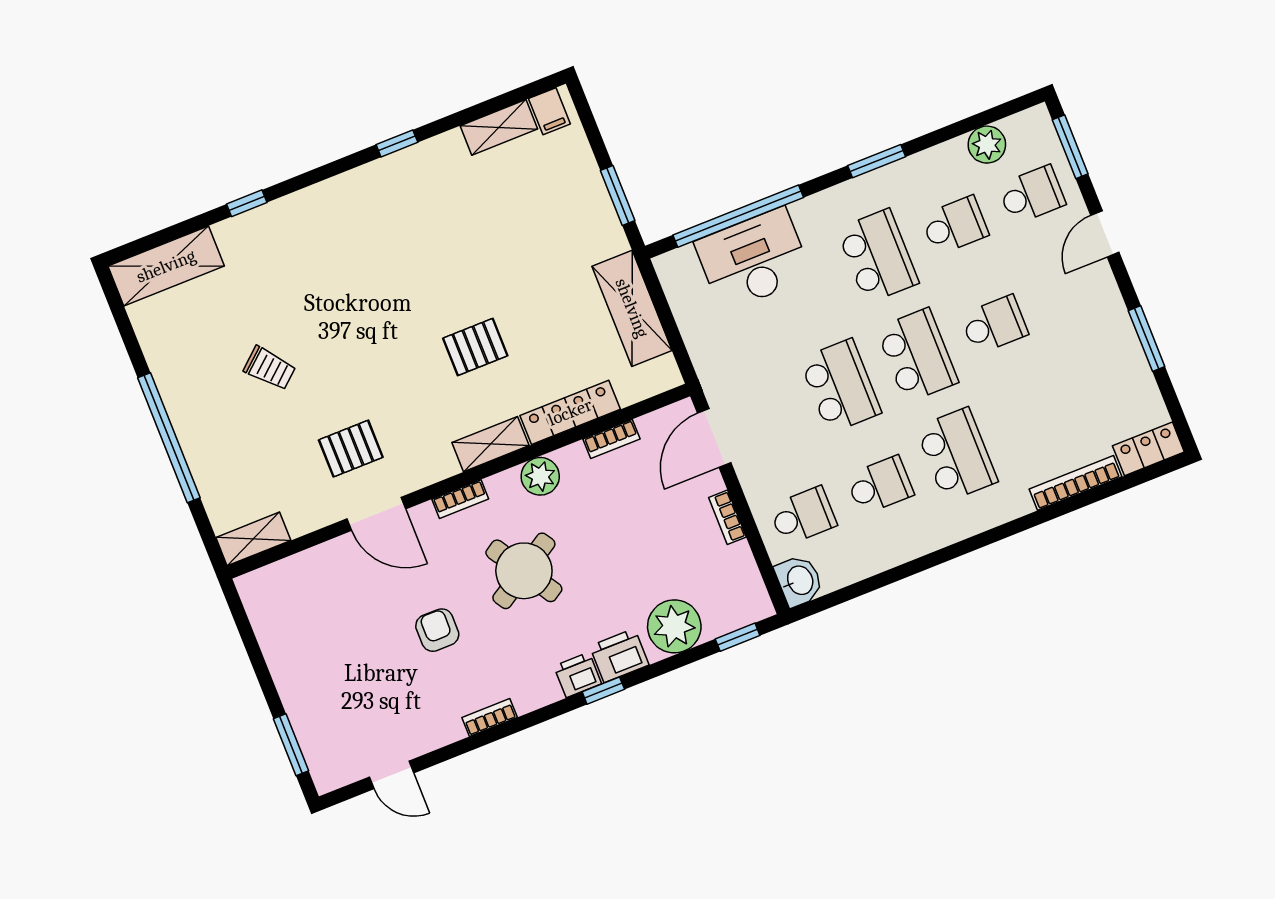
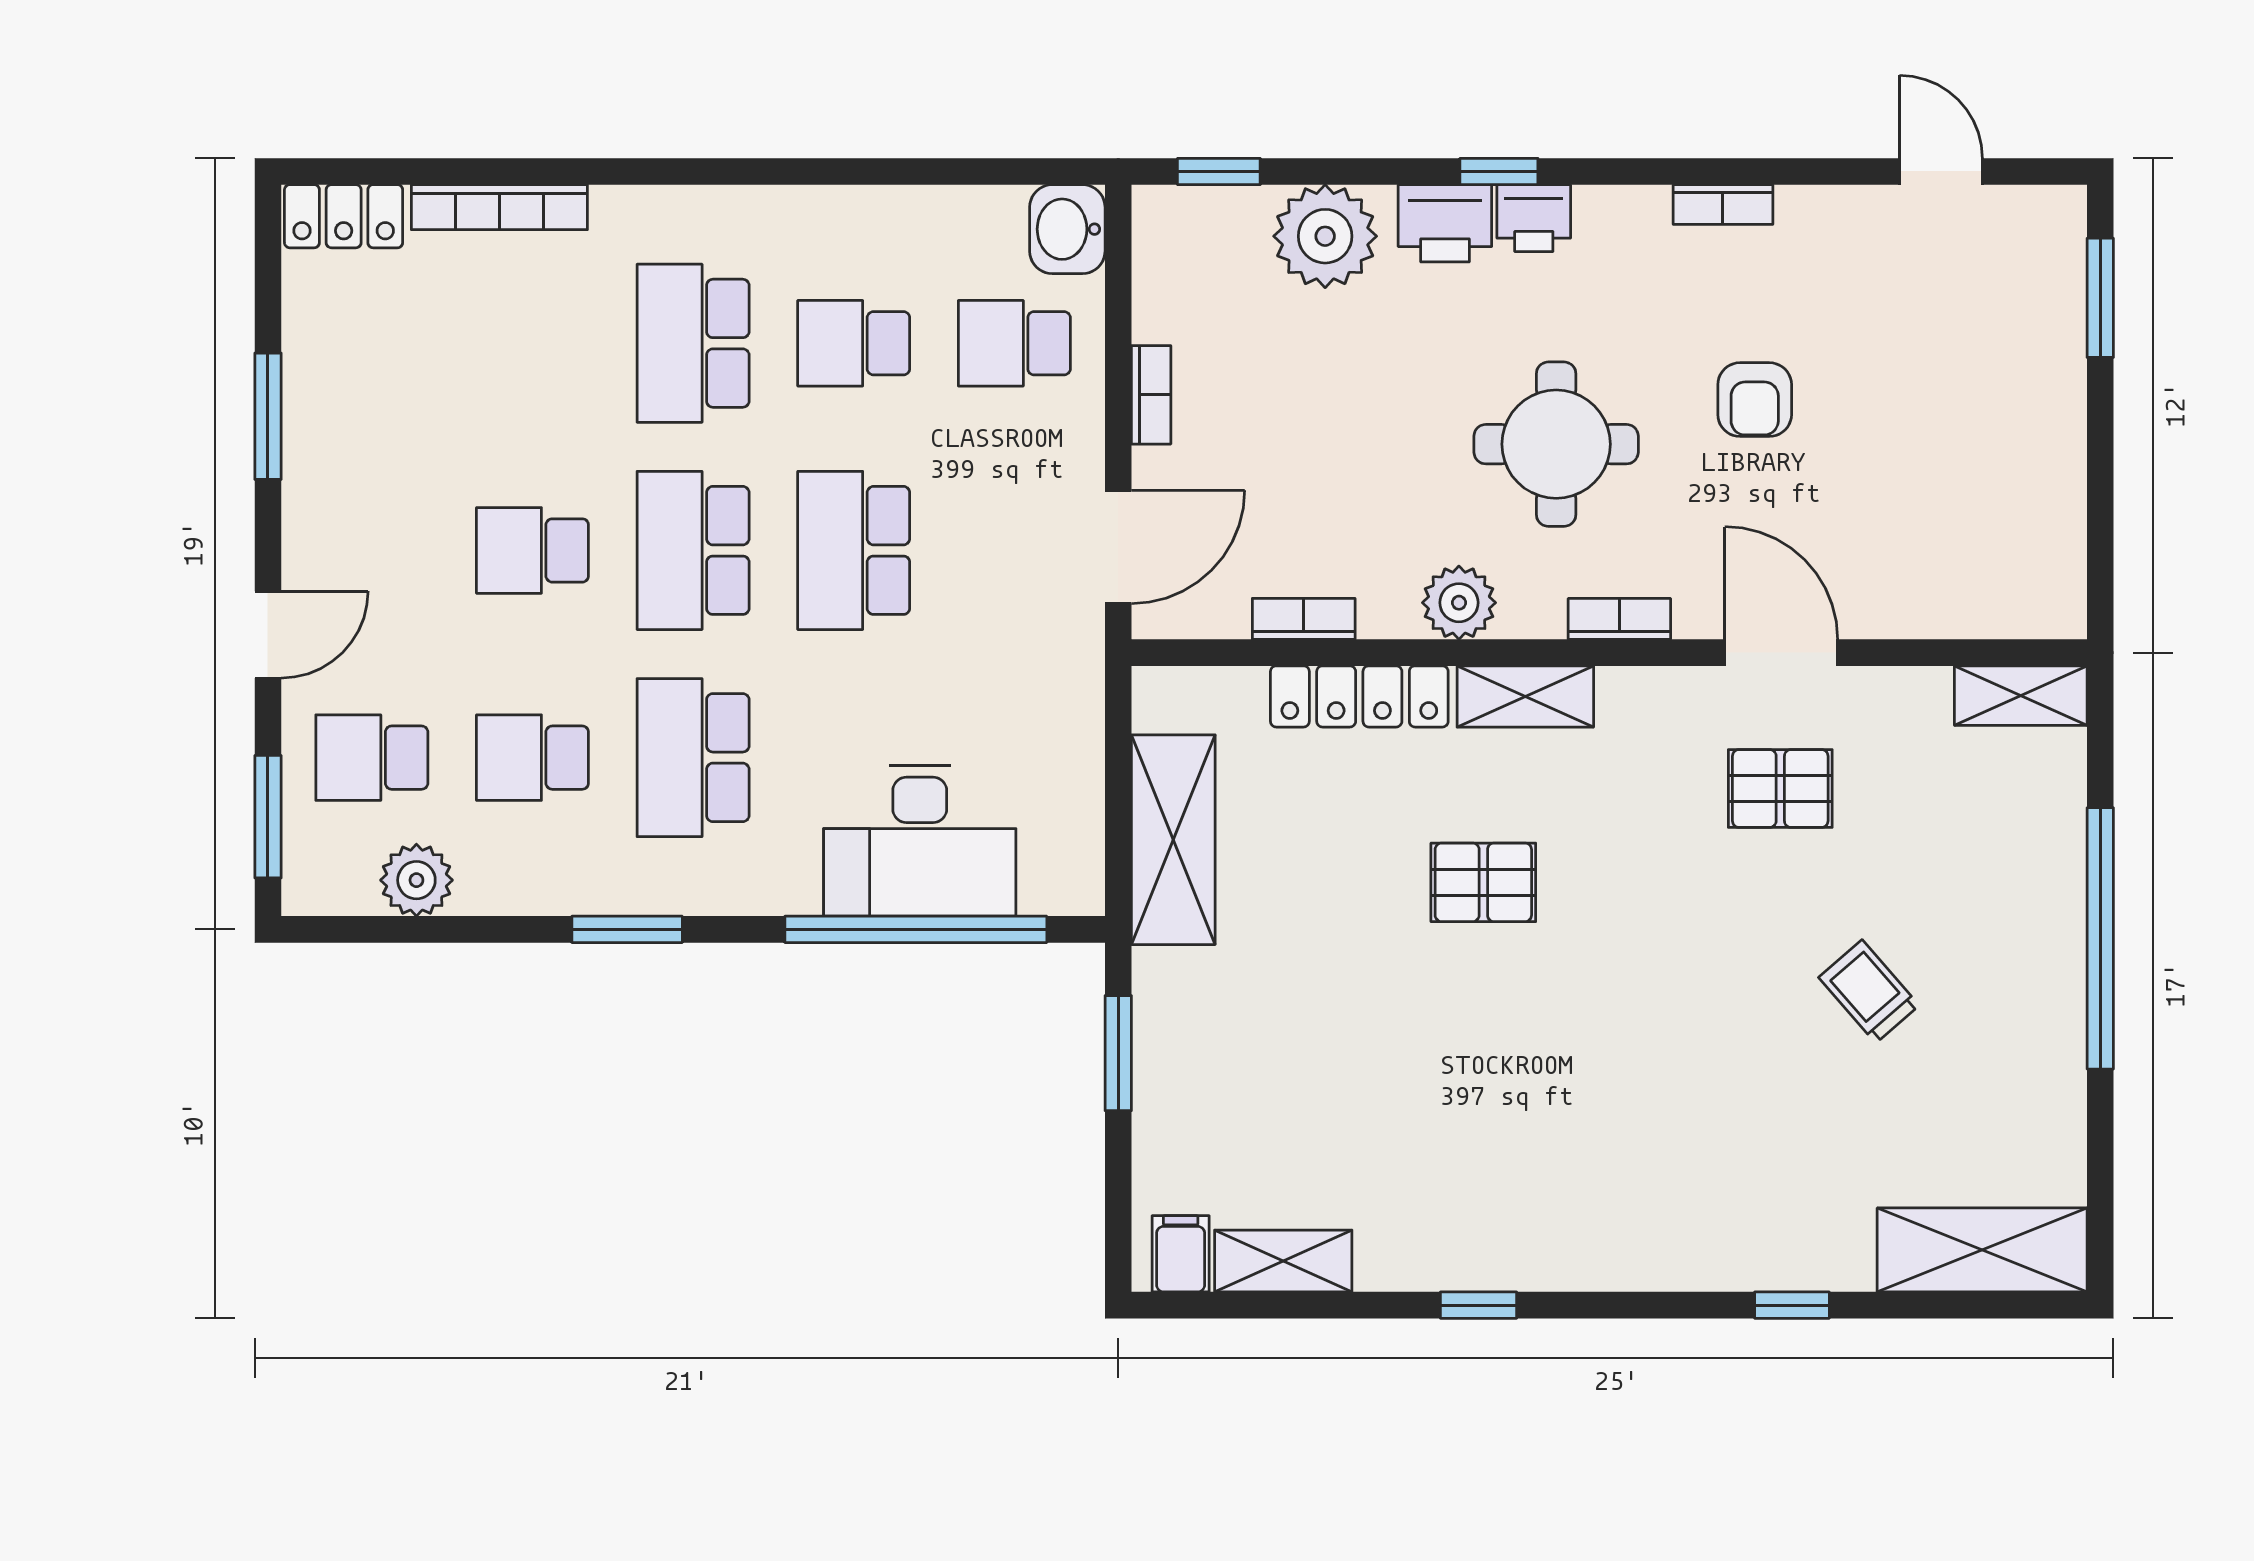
round table: (524, 571) -> (1556, 444), turned 32

